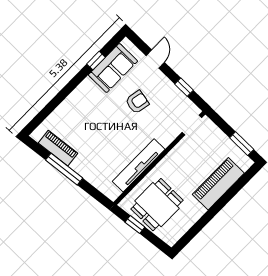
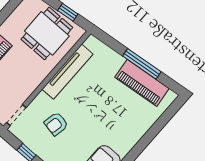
armchair: (137, 102) -> (56, 124), moved
piano: (58, 148) -> (142, 83), width x1.37, depth x1.33

